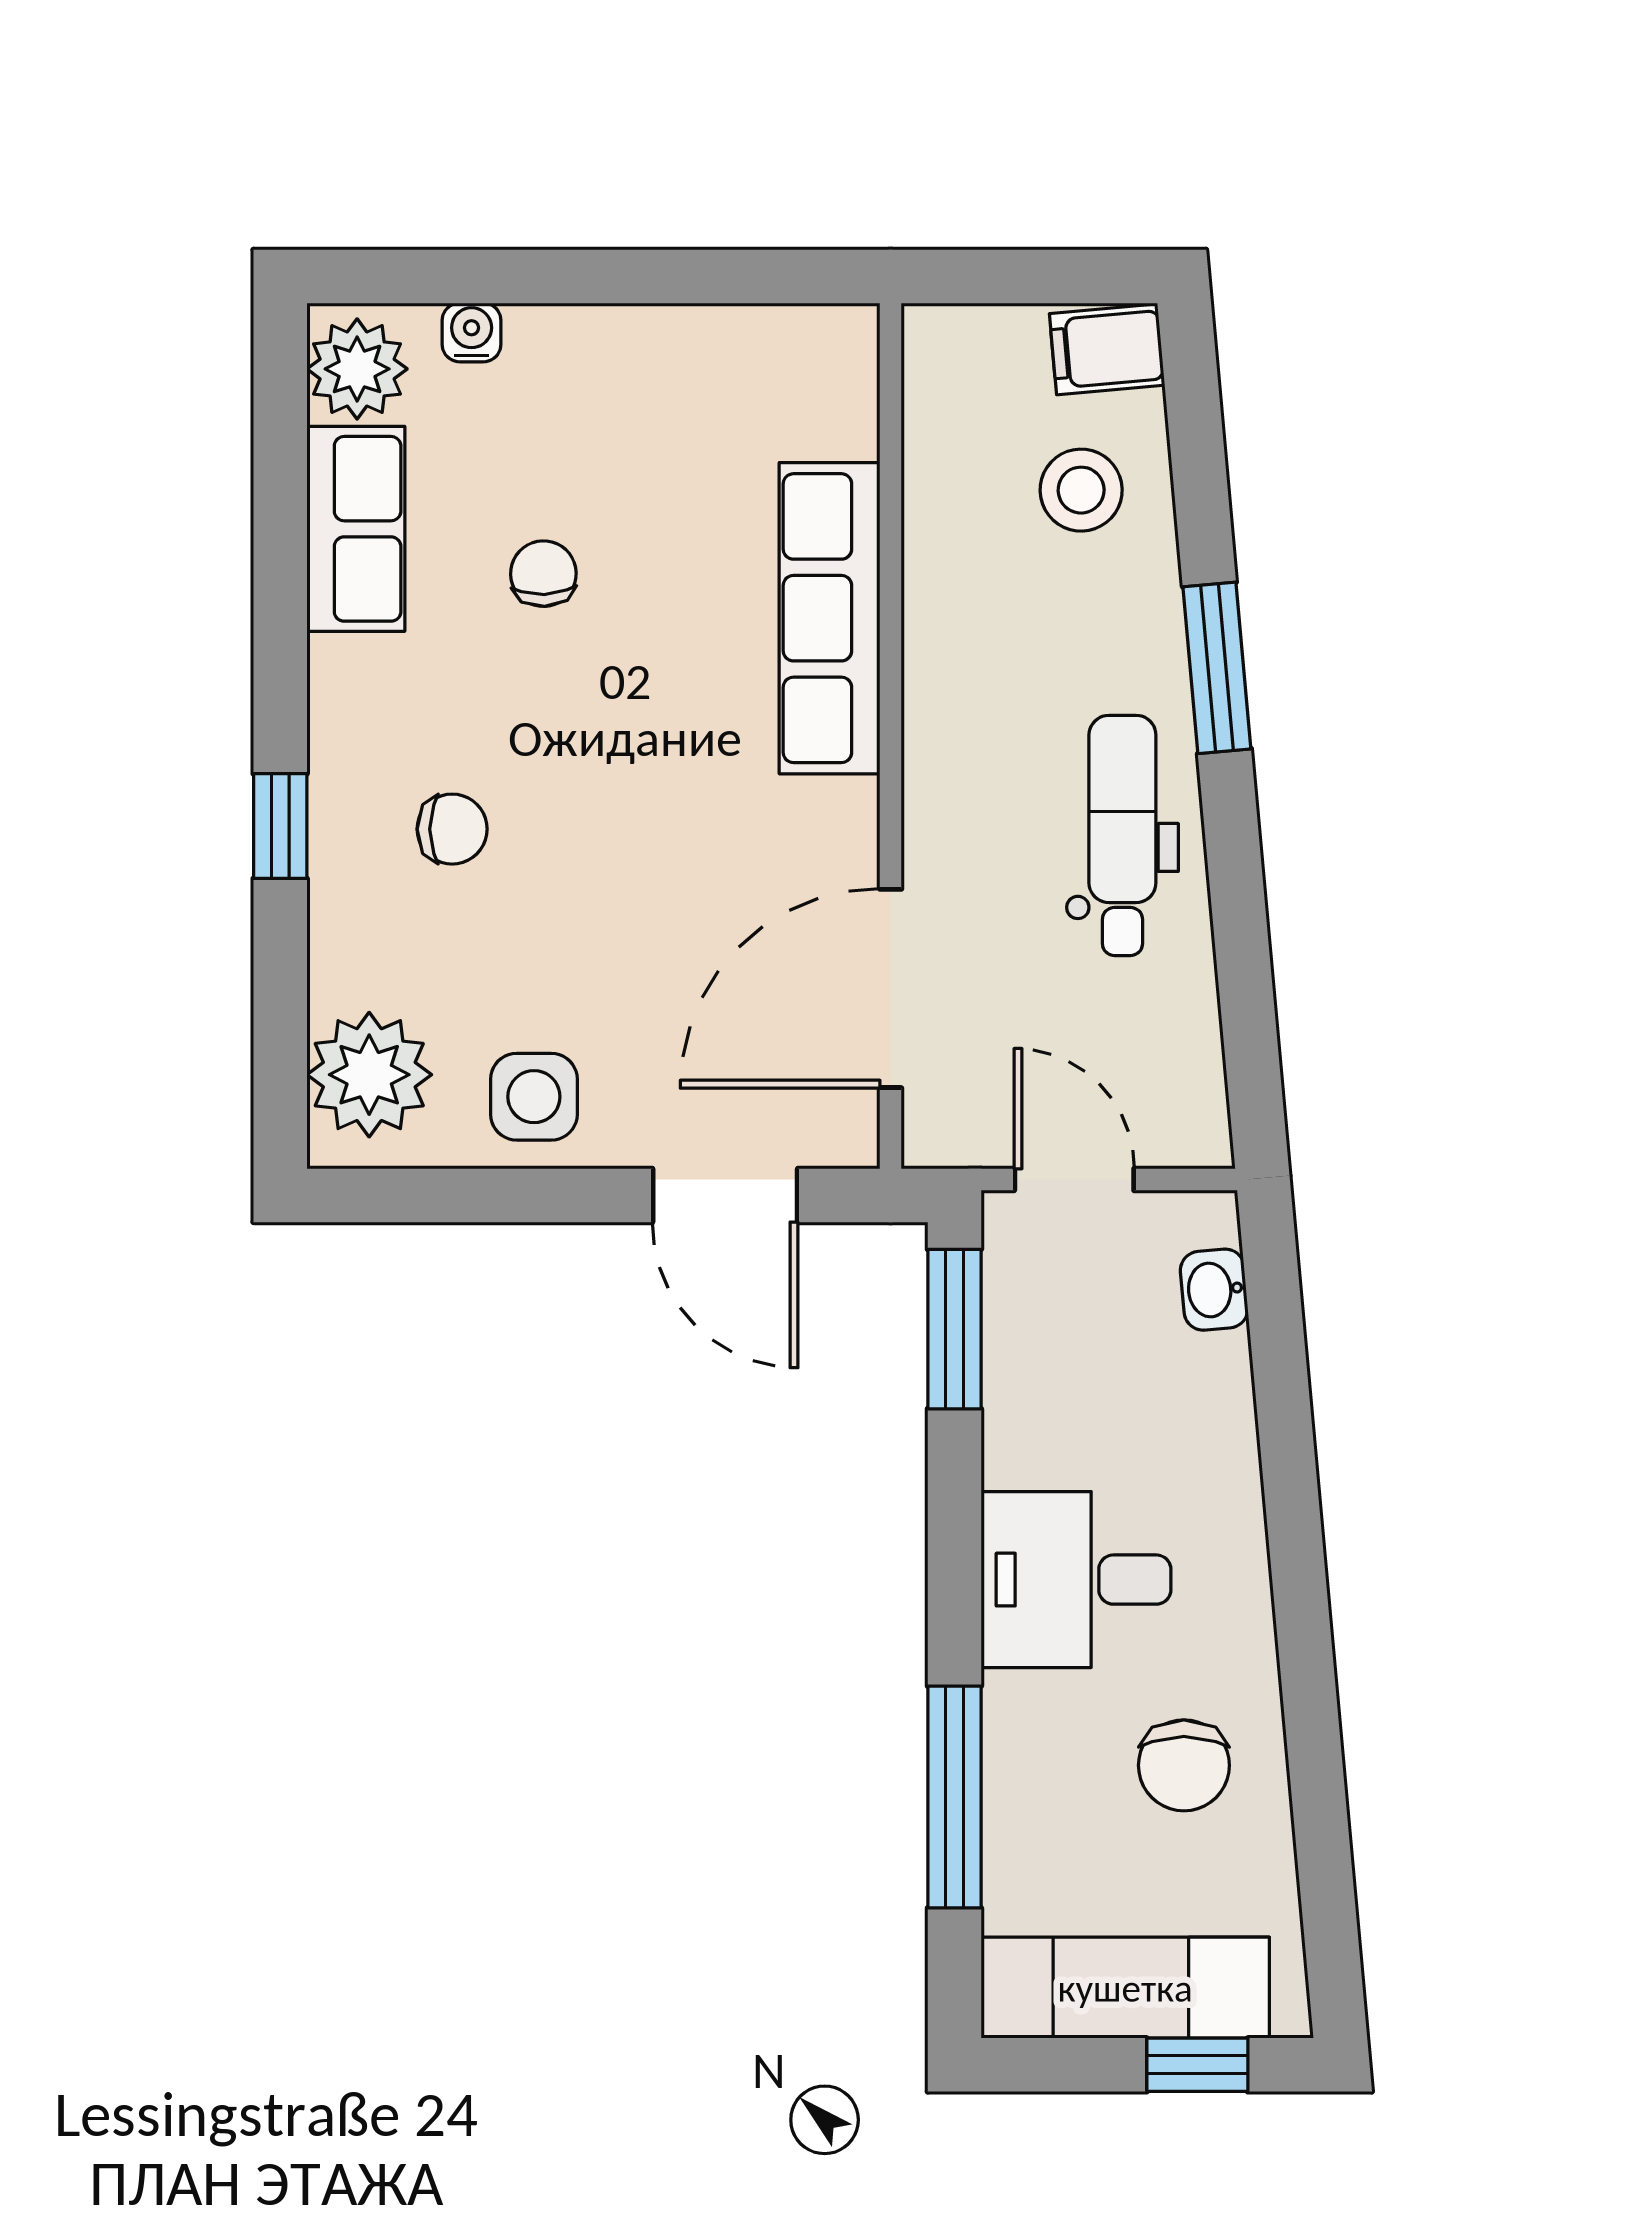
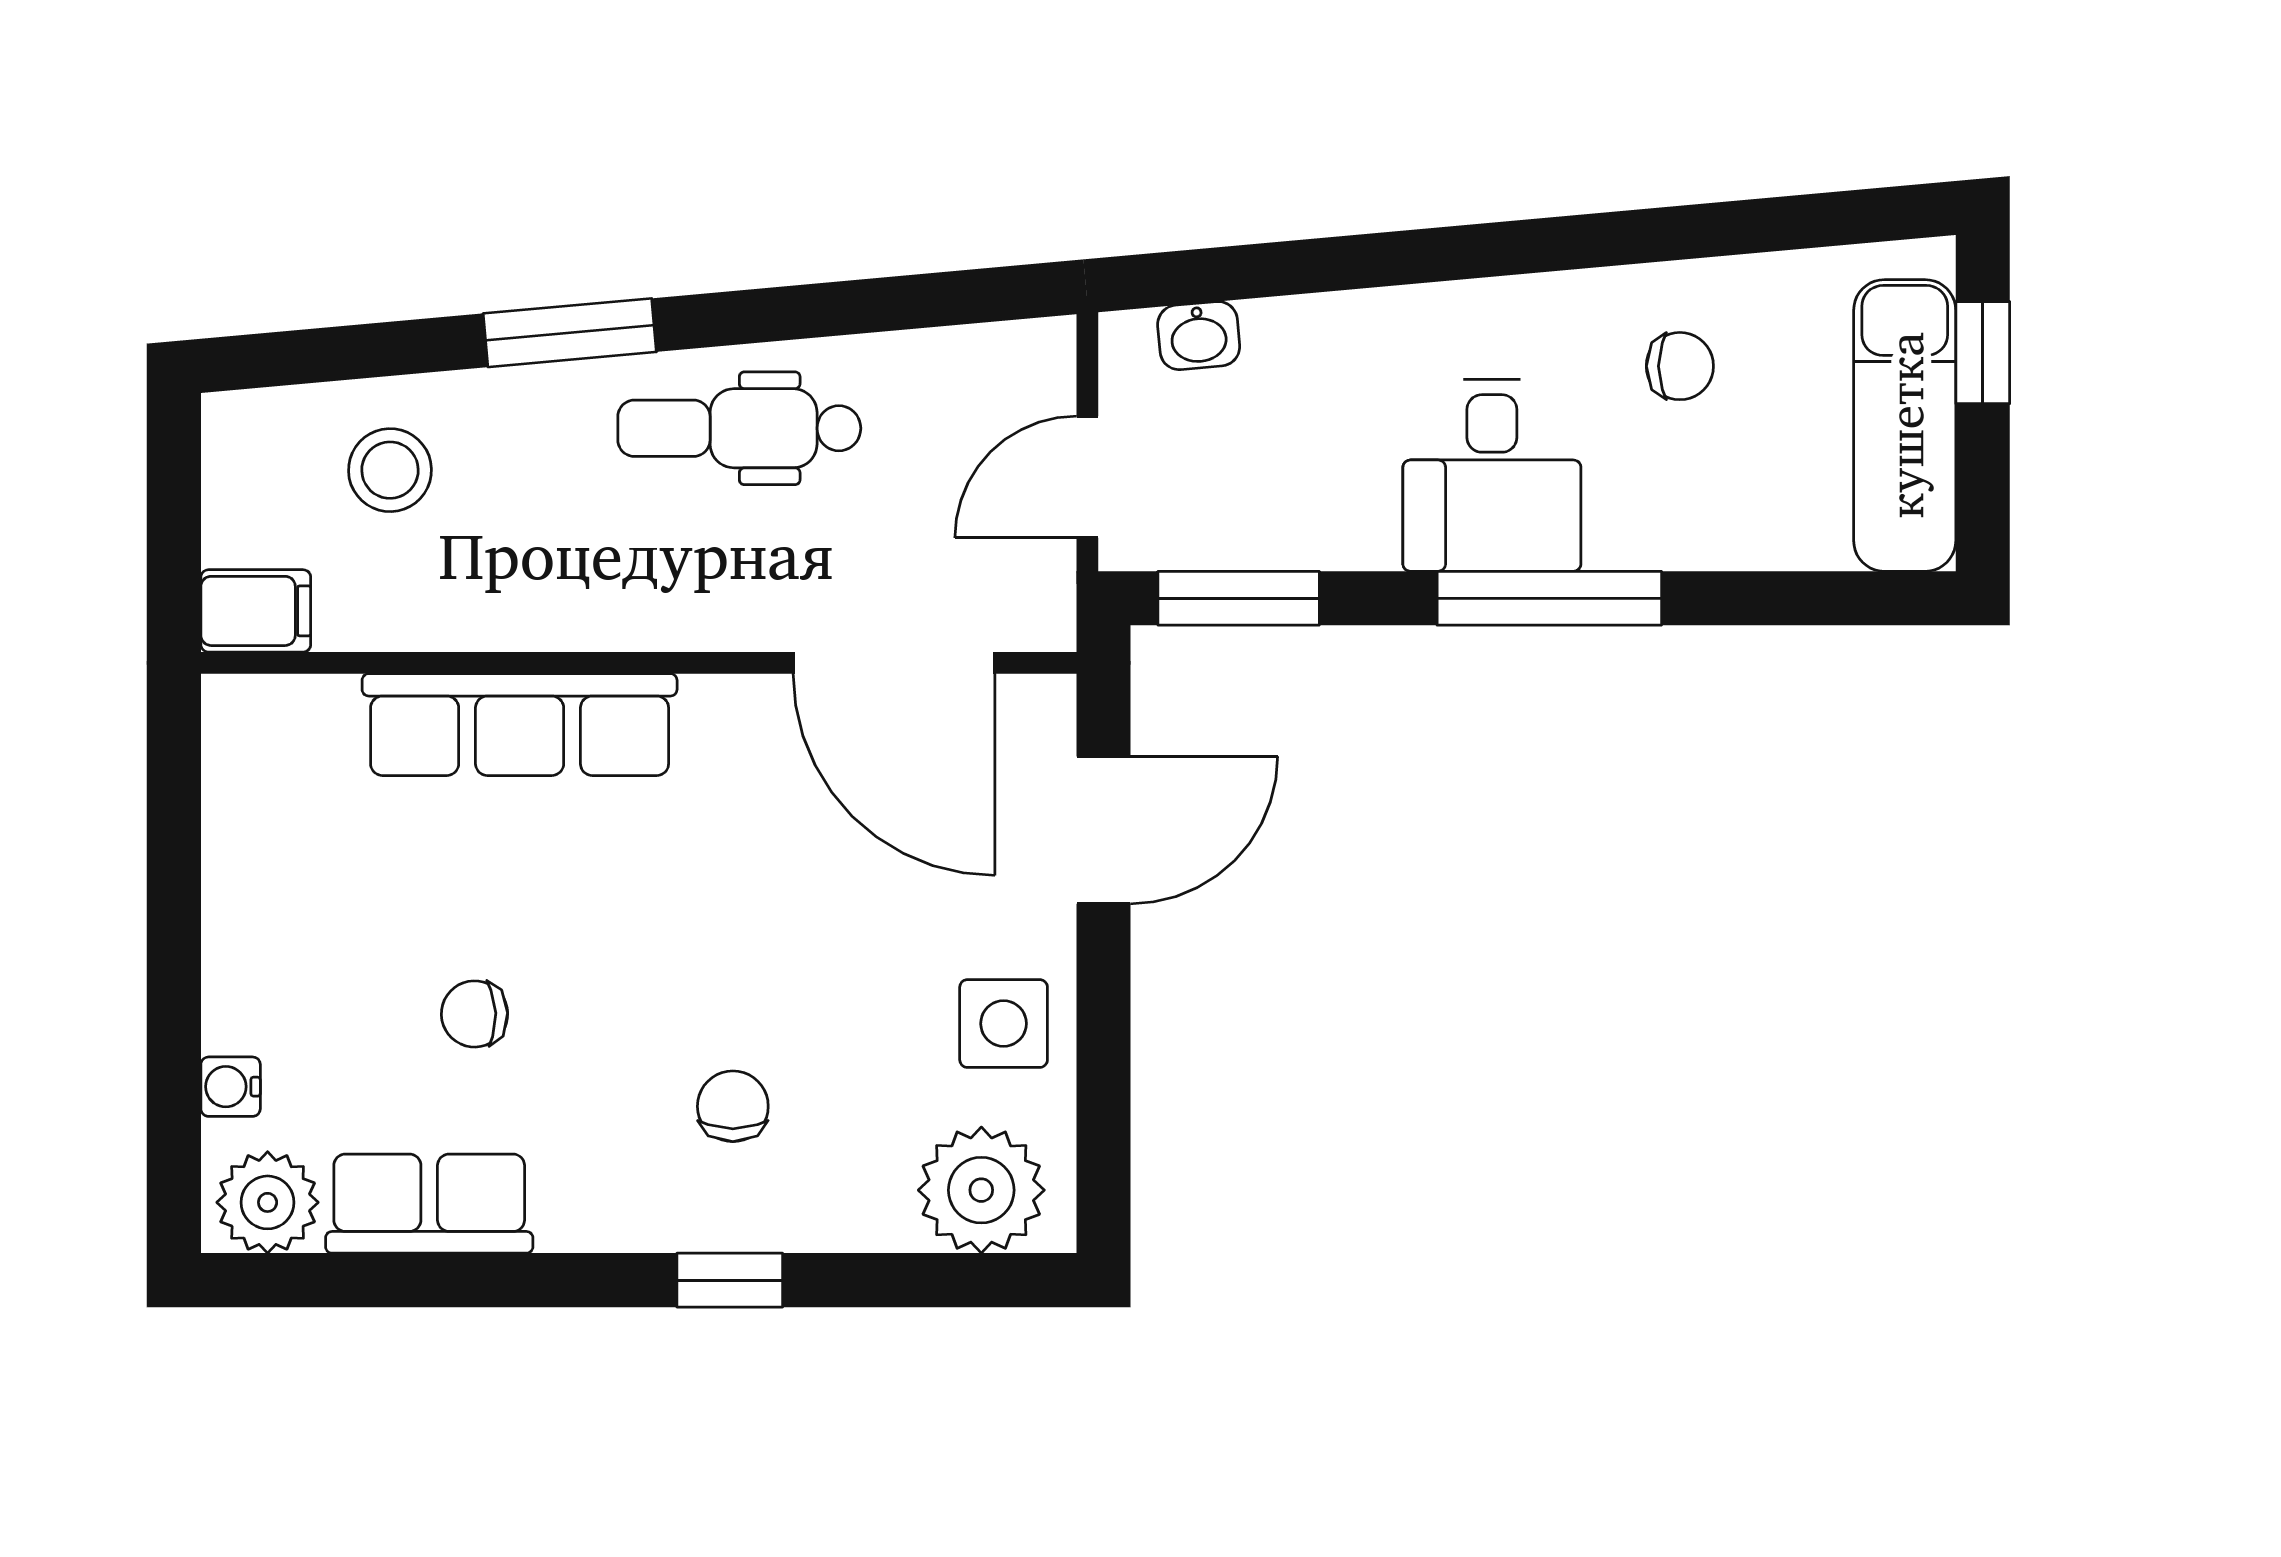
filing cabinet: (1107, 349) -> (256, 611), moved, turned -85
chair: (1184, 1765) -> (1680, 366), width x0.73, depth x0.73
window: (954, 1797) -> (1549, 598), moved

